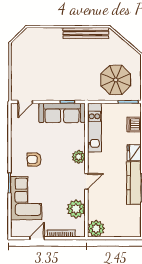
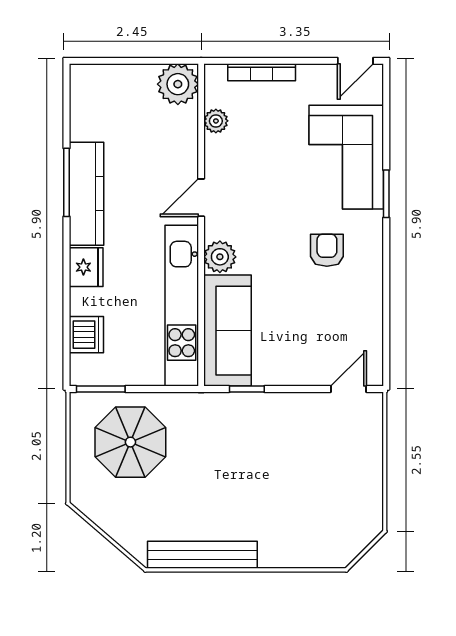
sofa: (62, 113) -> (228, 331), moved, turned 90
kitchen unit: (94, 128) -> (182, 306), width x1.36
armchair: (34, 160) -> (327, 250), turned -90
plant: (76, 209) -> (216, 121), width x0.53, depth x0.53
door: (37, 238) -> (355, 61), moved

